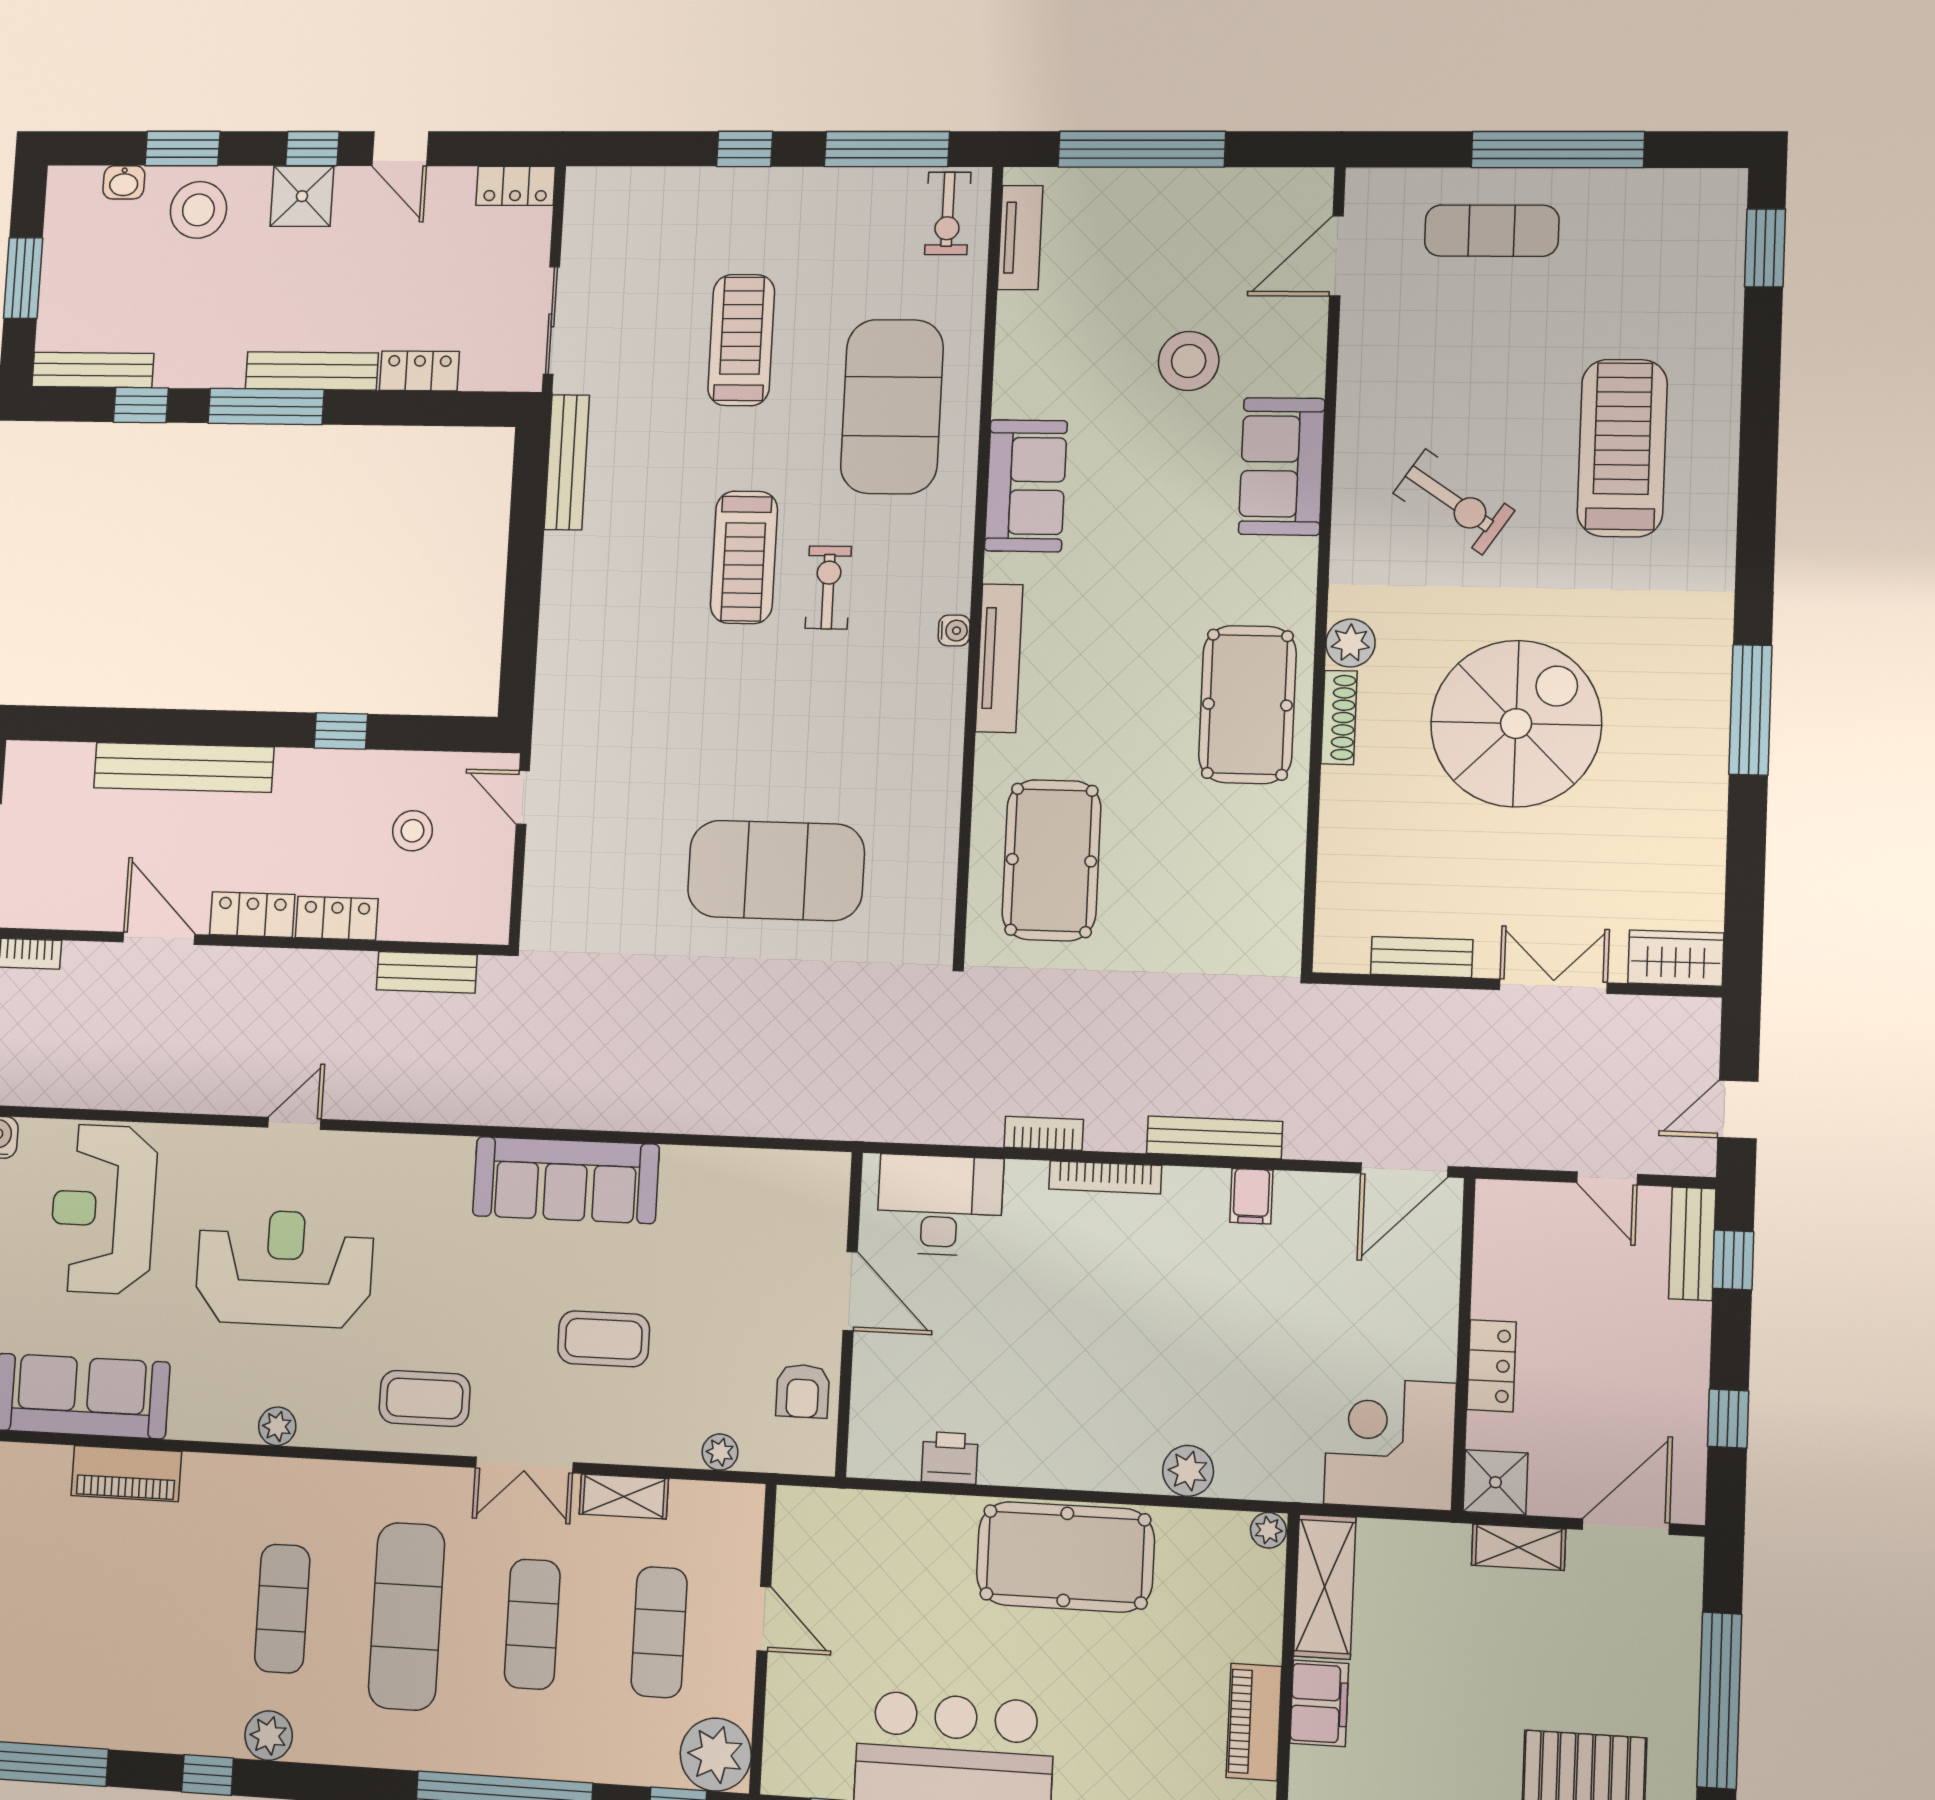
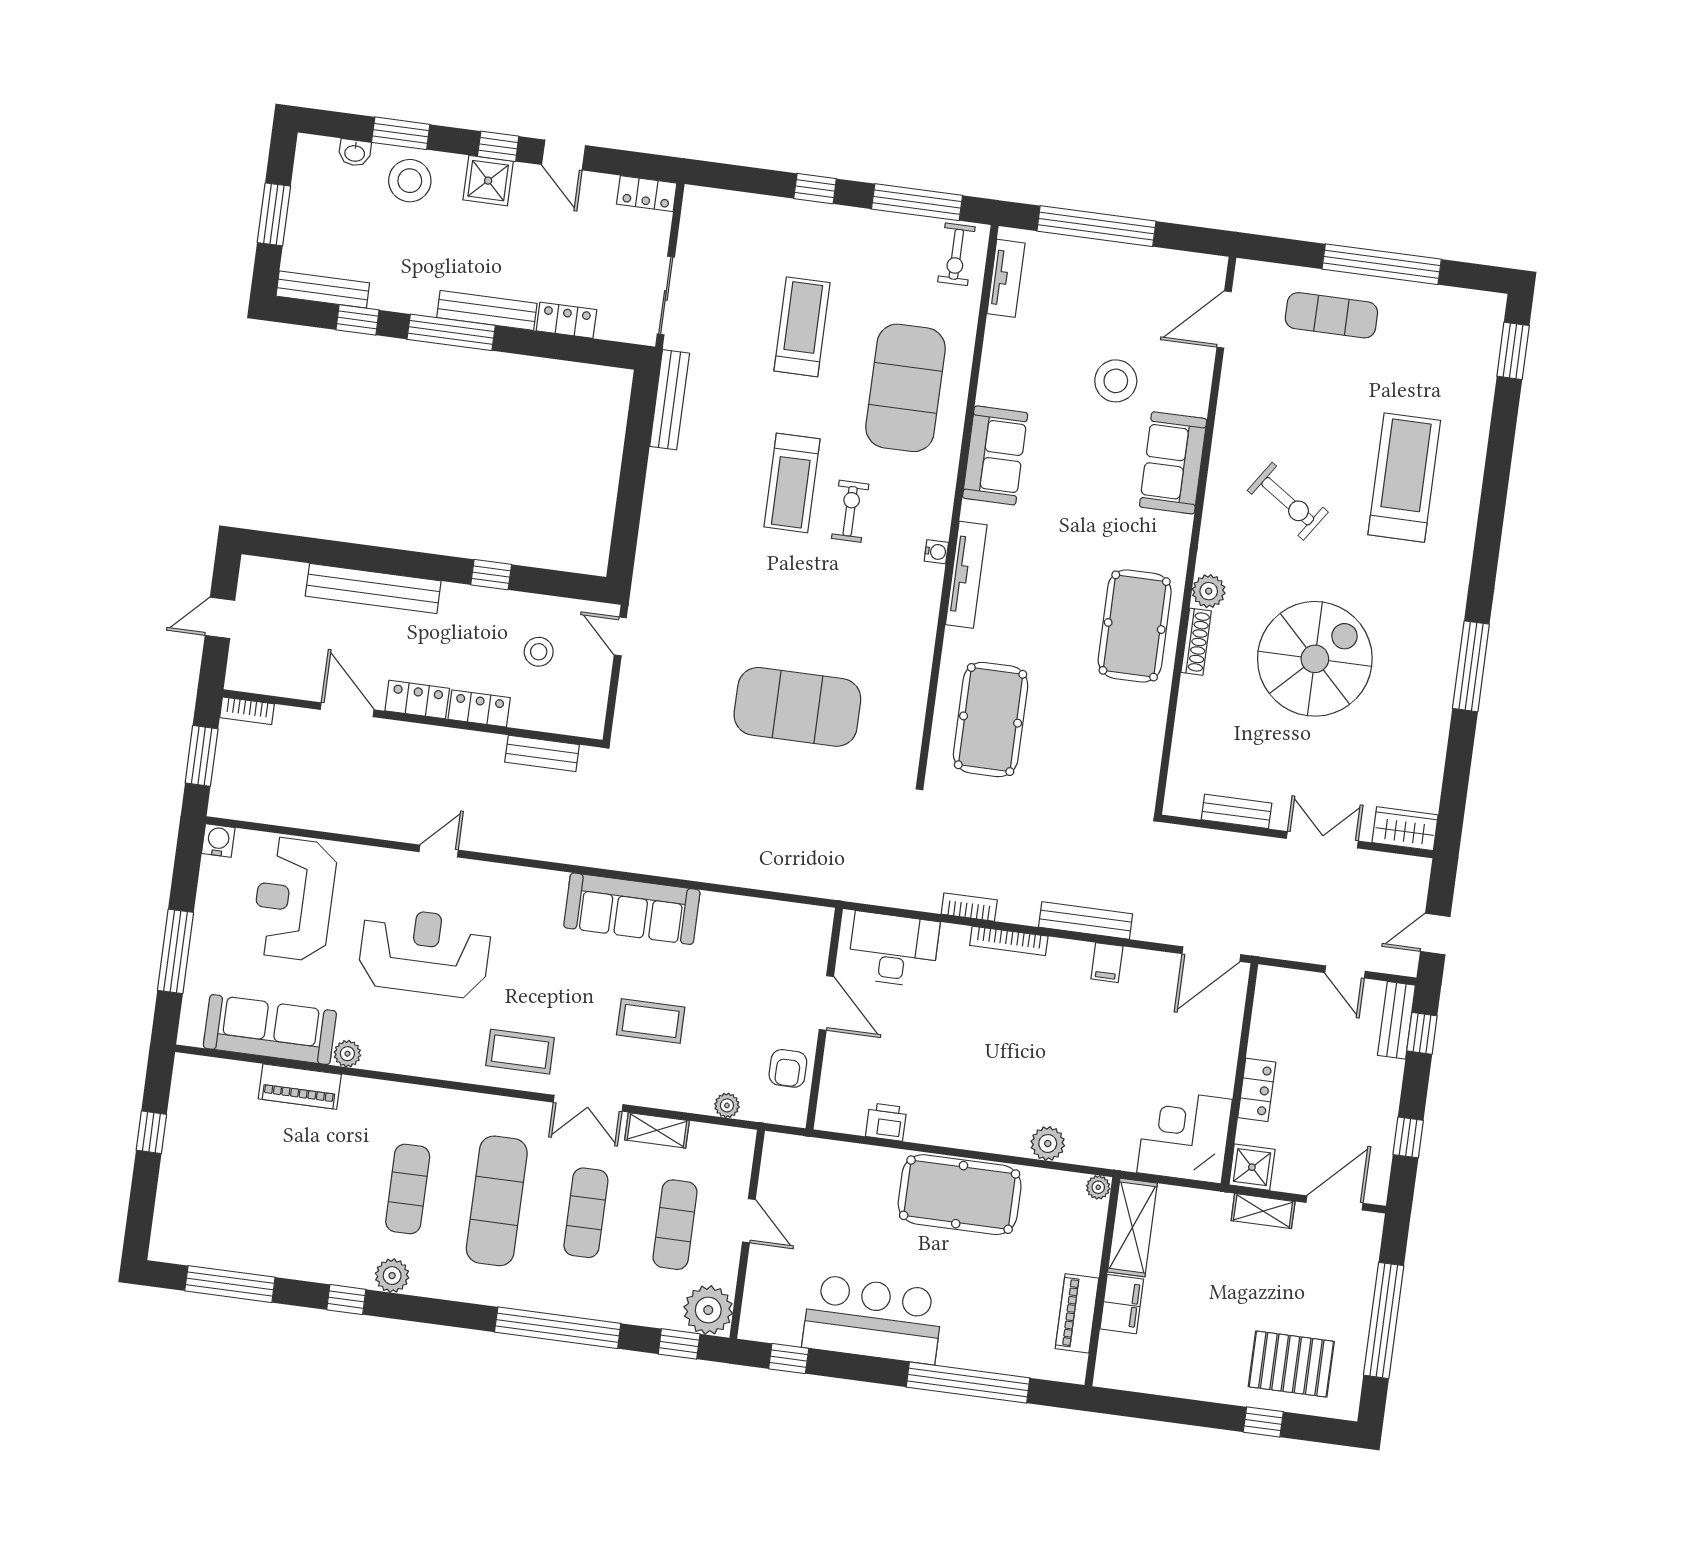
plant: (277, 1426) -> (347, 1054), moved

